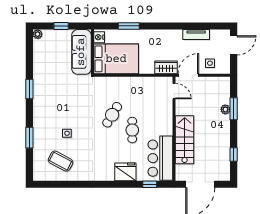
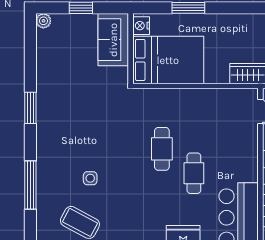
sofa: (81, 52) -> (113, 40), width x0.73
cafe table: (112, 115) -> (162, 149), turned -31
window: (29, 138) -> (30, 185), width x1.44

